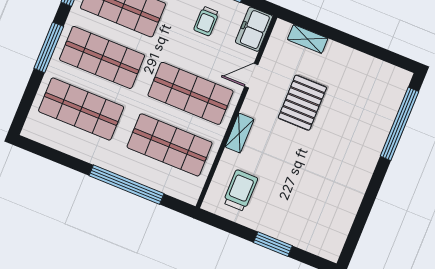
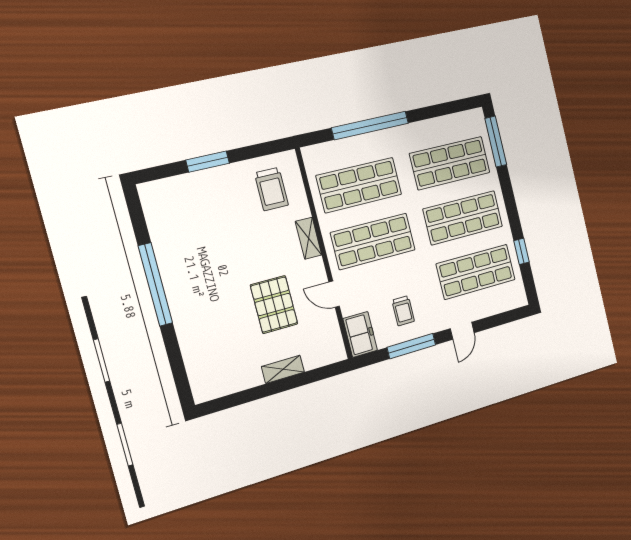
trolley: (206, 21) -> (403, 311), turned 180
shelving: (308, 39) -> (283, 369), moved
window: (49, 47) -> (496, 142), moved
door: (251, 76) -> (334, 294), swing flipped
window: (399, 124) -> (155, 284), moved

